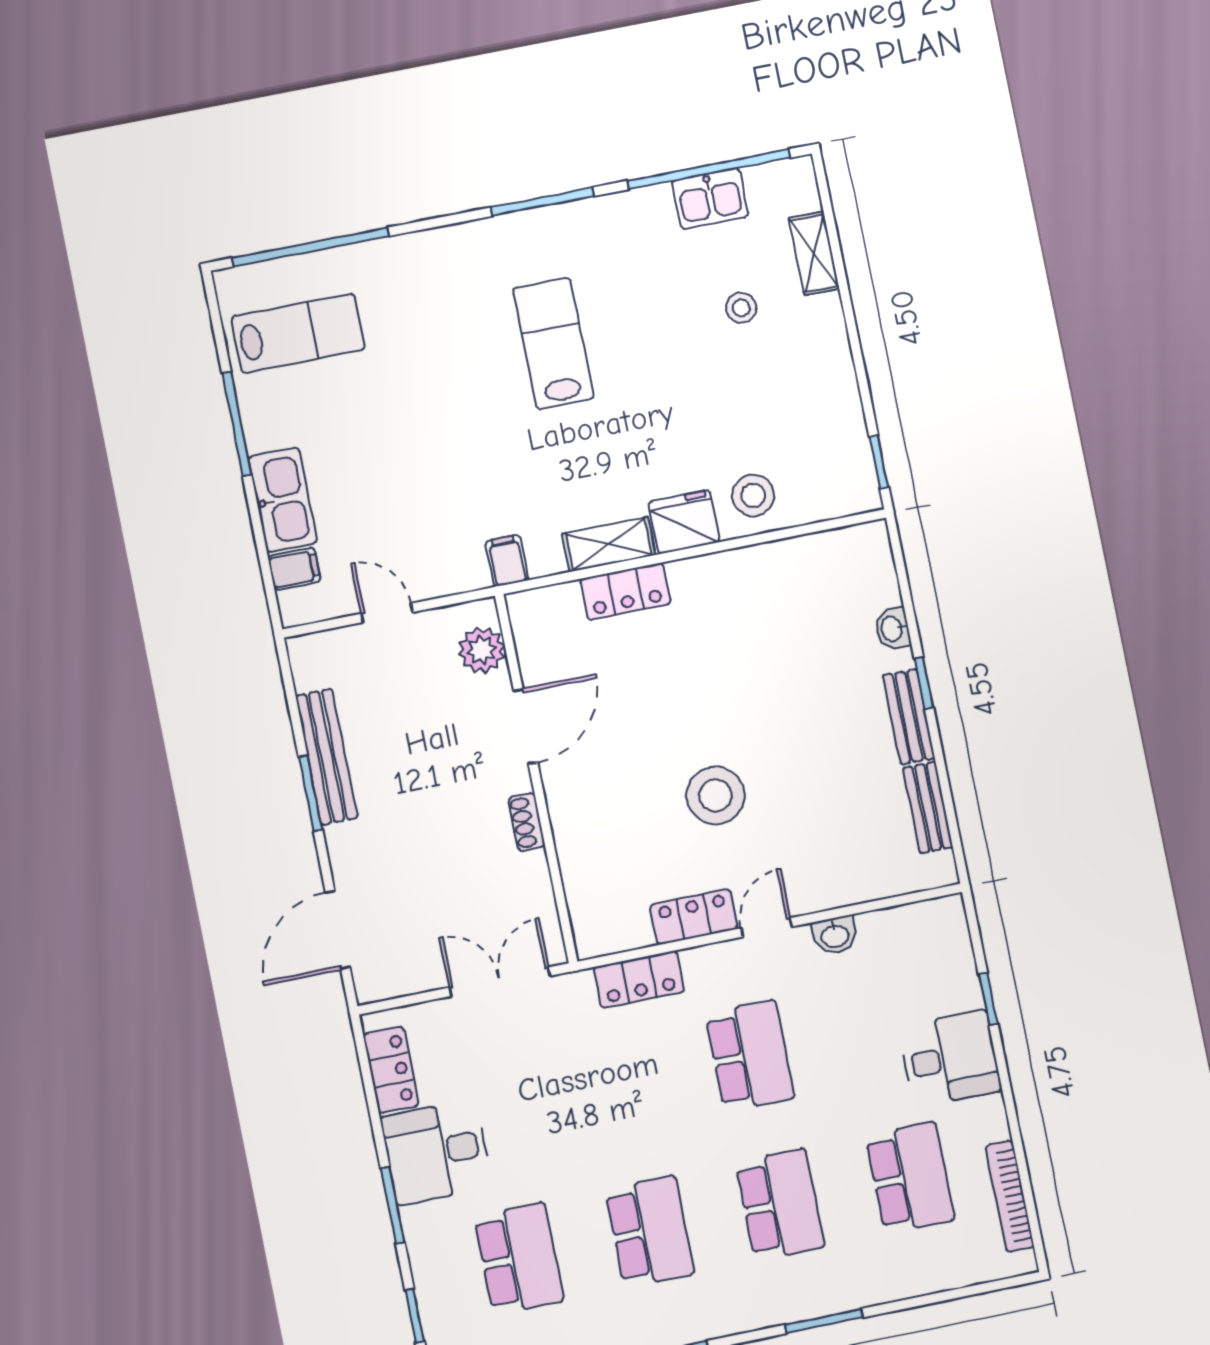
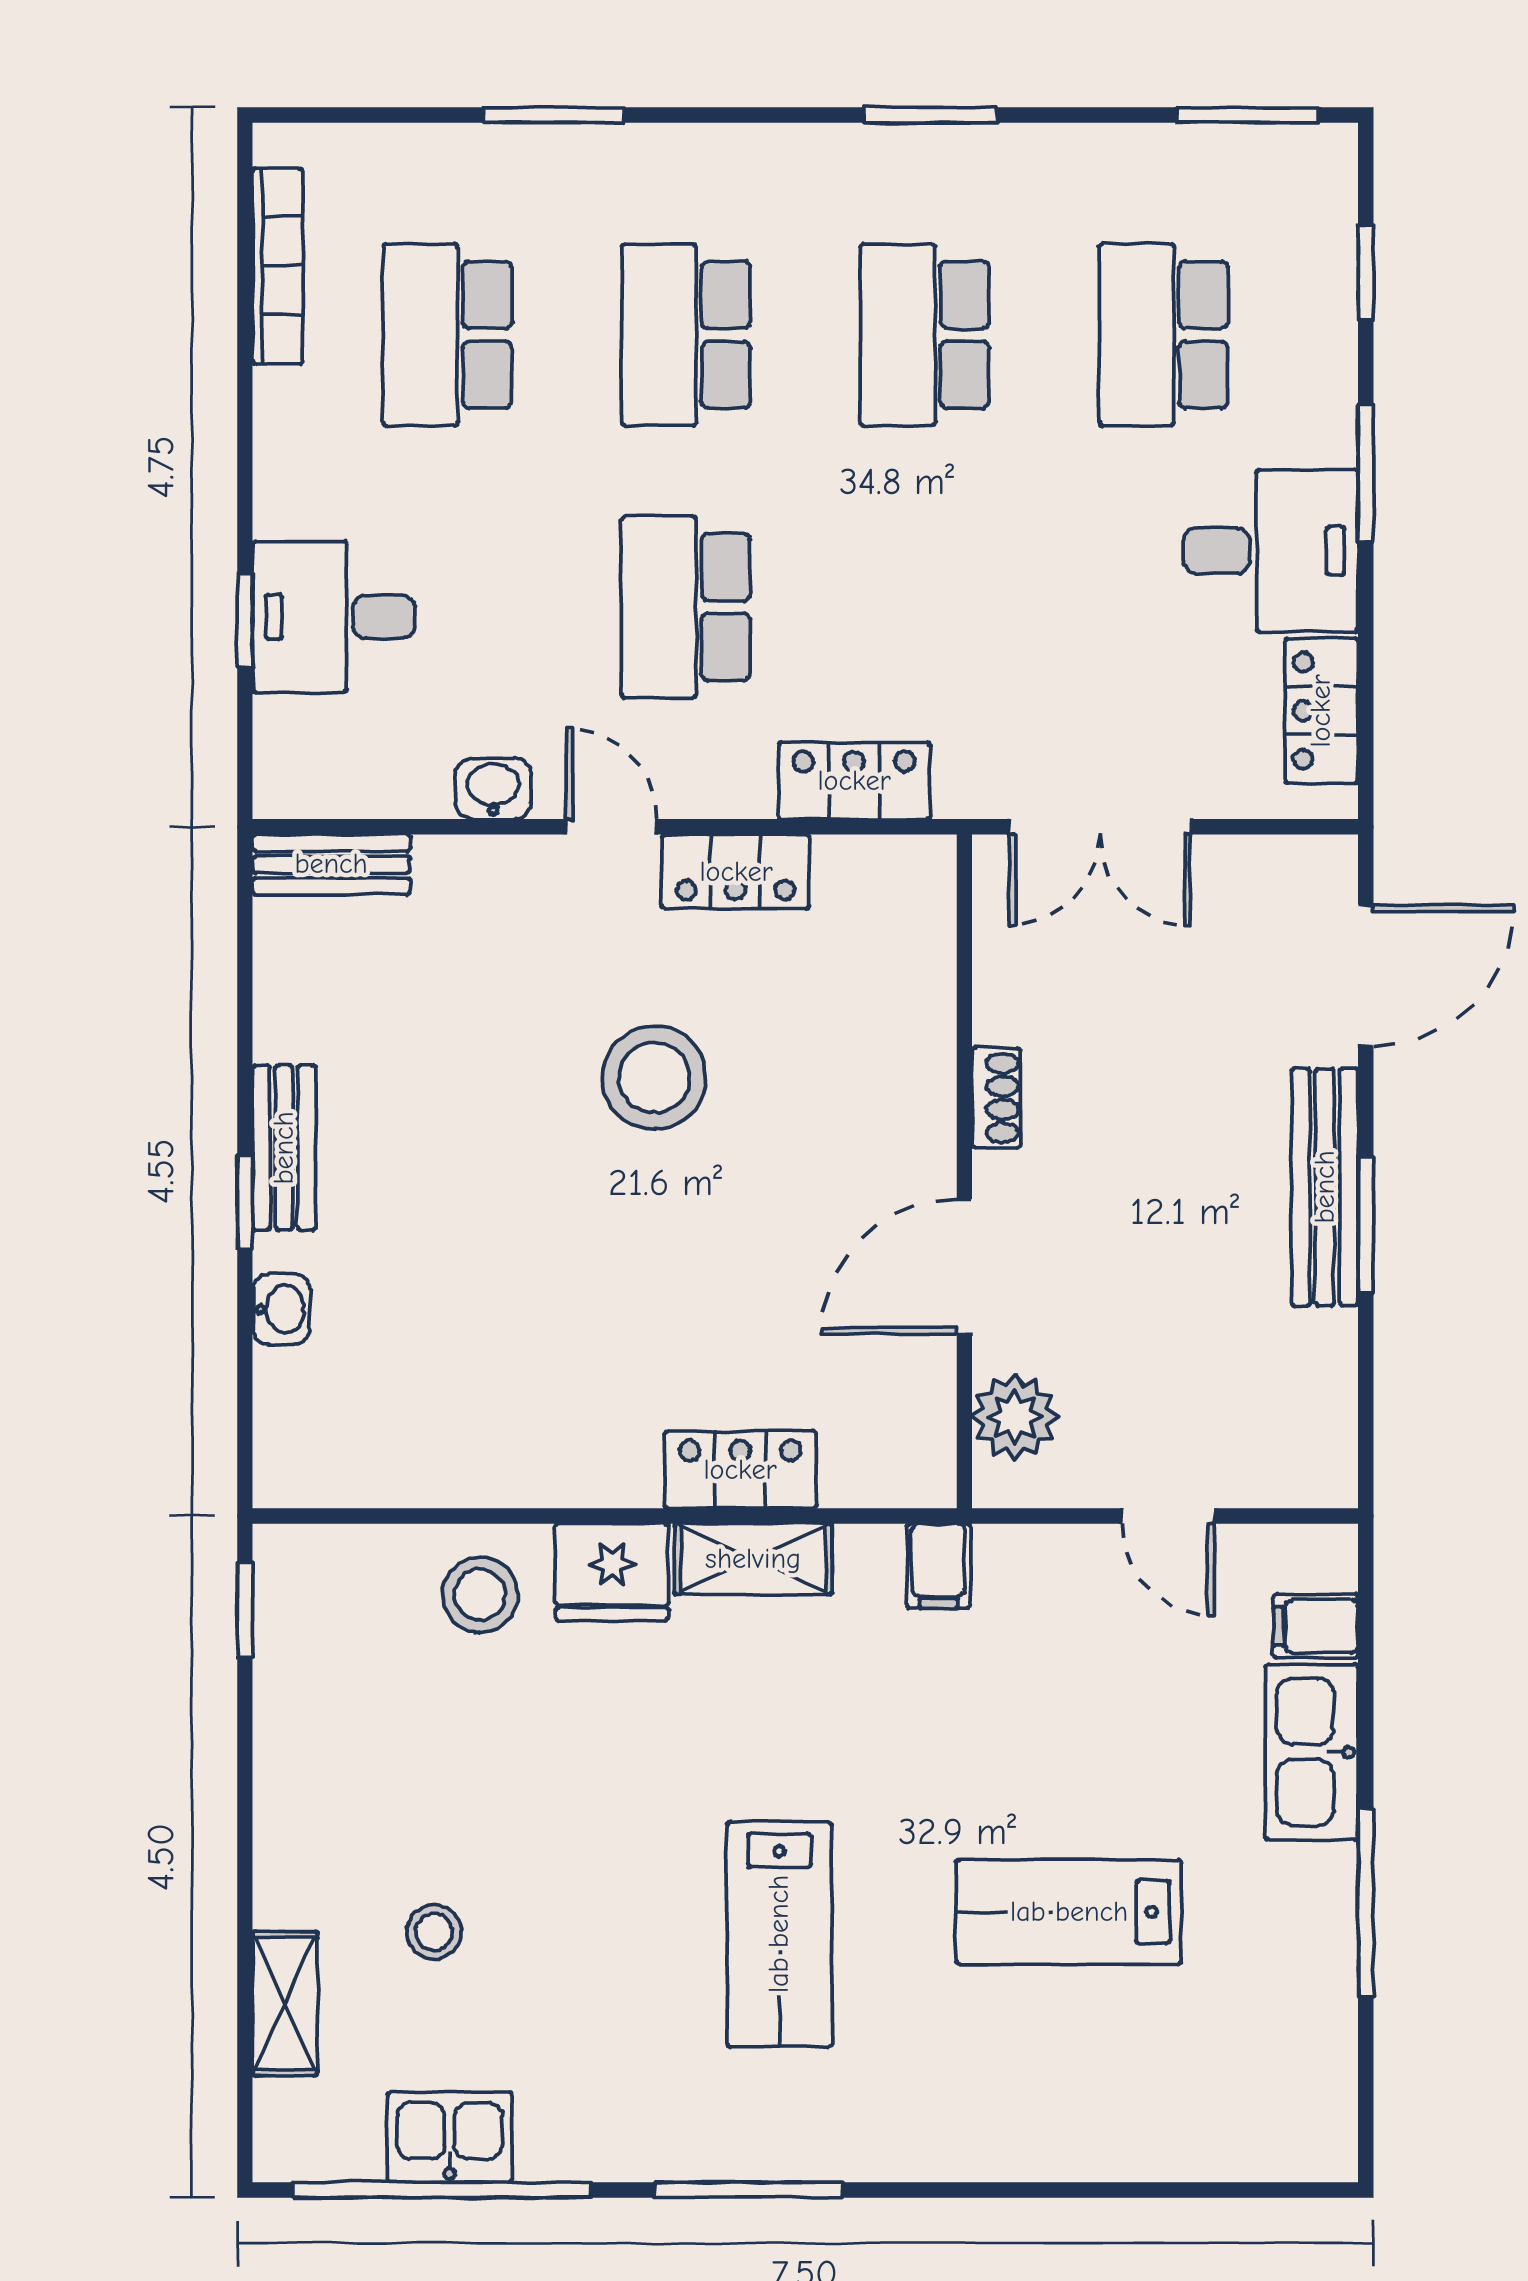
window: (310, 247) -> (1174, 2190), removed
lab bench: (298, 333) -> (1069, 1912), moved
bench: (327, 757) -> (1325, 1187), moved
bench: (928, 808) -> (331, 864), moved, turned 90
door: (766, 927) -> (611, 827), swing flipped
desk: (950, 1059) -> (334, 617), moved
window: (824, 1321) -> (554, 115), moved

